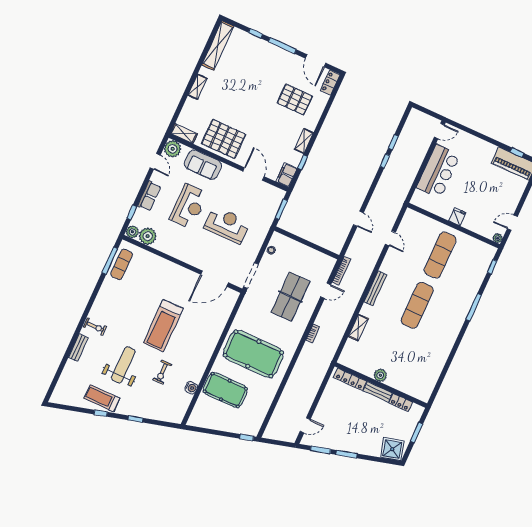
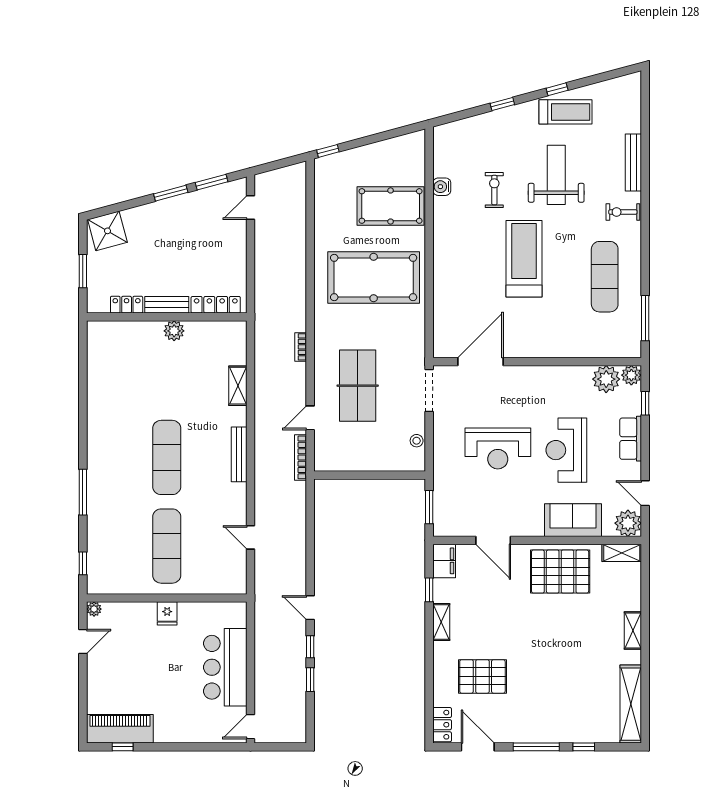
door: (358, 219) -> (310, 608), moved
exercise mat: (122, 264) -> (605, 277), moved, width x1.36, depth x1.45
bench: (78, 348) -> (633, 162), width x1.36
weight bench: (123, 365) -> (556, 175), turned 180

